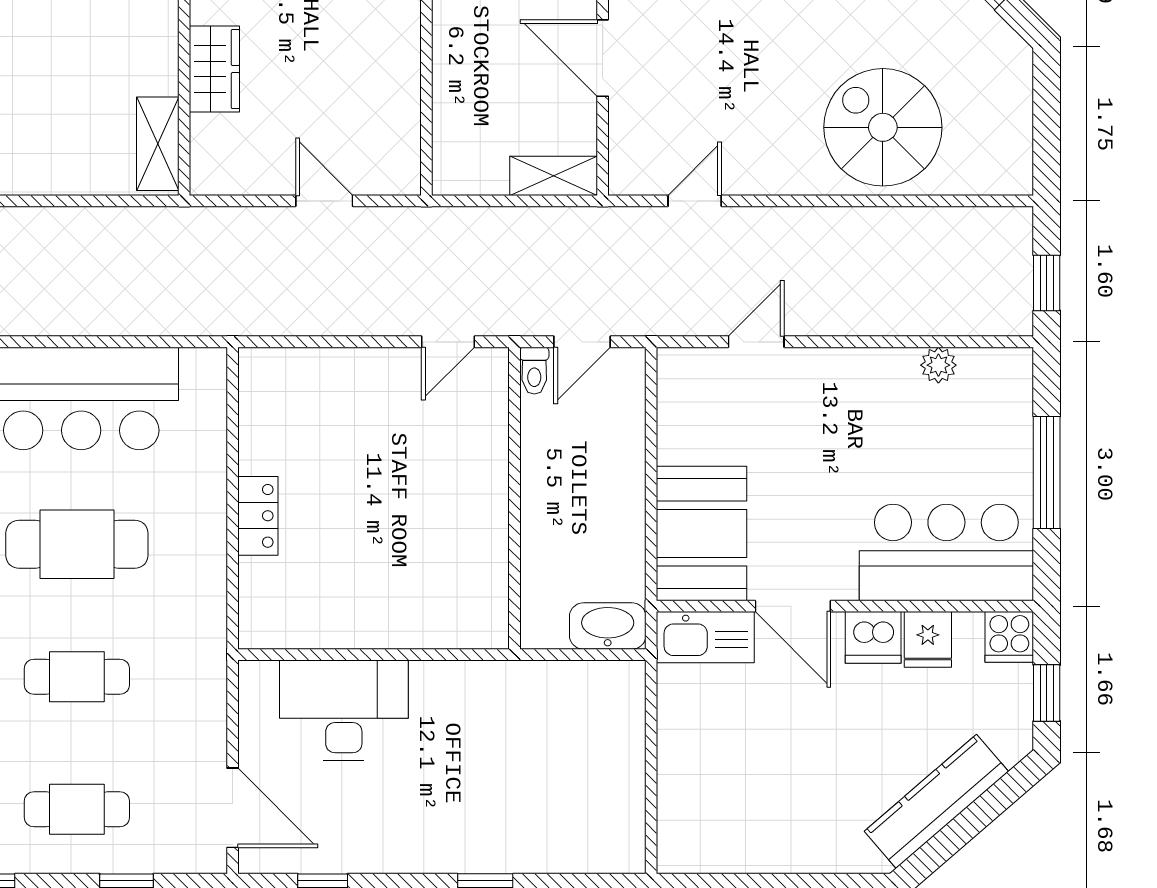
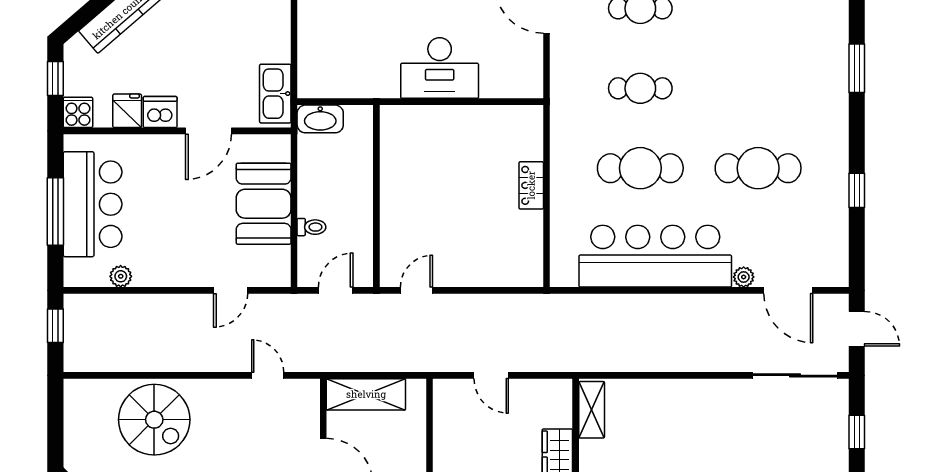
shelving: (554, 176) -> (366, 394), width x1.50, depth x1.33
door: (695, 201) -> (268, 375), swing flipped
toilet: (534, 371) -> (311, 227), moved, turned 90
booth: (702, 534) -> (264, 204), moved
bar counter: (946, 552) -> (93, 204), moved, turned -90
door: (793, 606) -> (208, 131), swing flipped
kitchen sink: (705, 637) -> (275, 94), moved, turned -90
desk: (344, 710) -> (440, 68), moved

